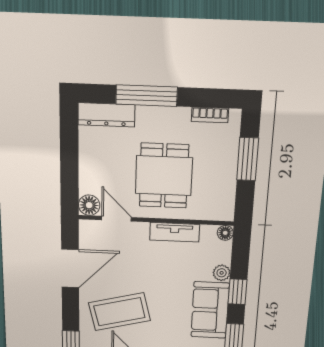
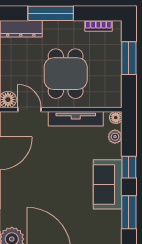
tv unit: (175, 232) -> (76, 119), width x1.41
plant: (222, 273) -> (115, 137), moved
coffee table: (119, 312) -> (33, 190), removed

